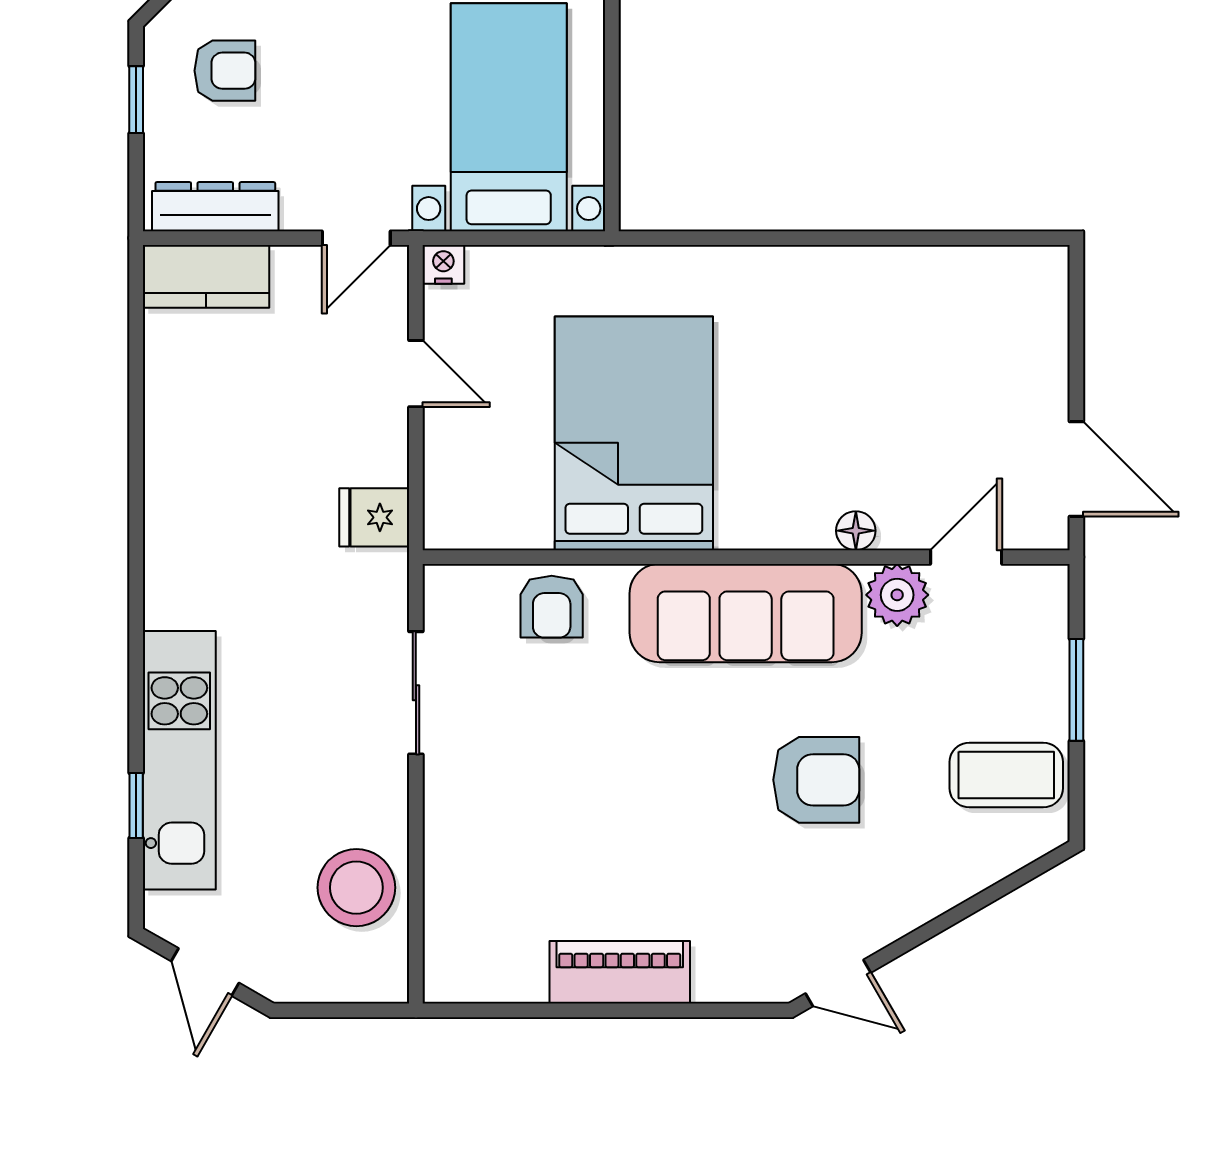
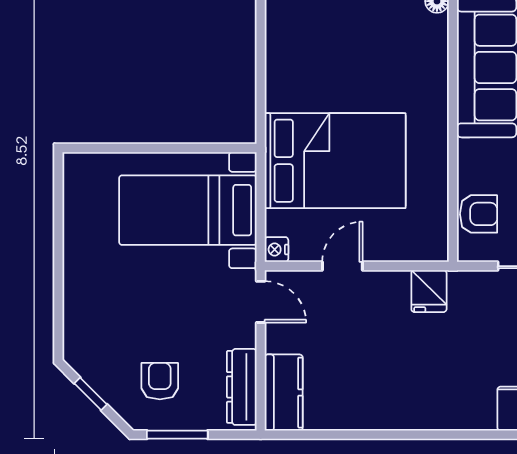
window: (136, 100) -> (177, 435), width x1.50
bed: (634, 433) -> (335, 161), moved, turned 180
armchair: (552, 607) -> (478, 214), moved

